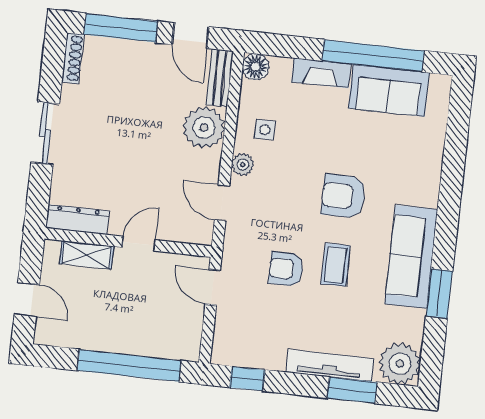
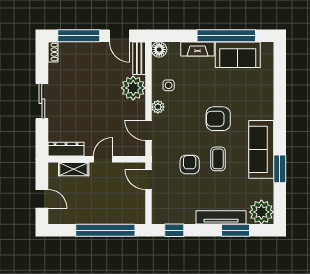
shoe rack: (73, 58) -> (53, 52), width x0.70
armchair: (286, 269) -> (190, 164), turned 90

